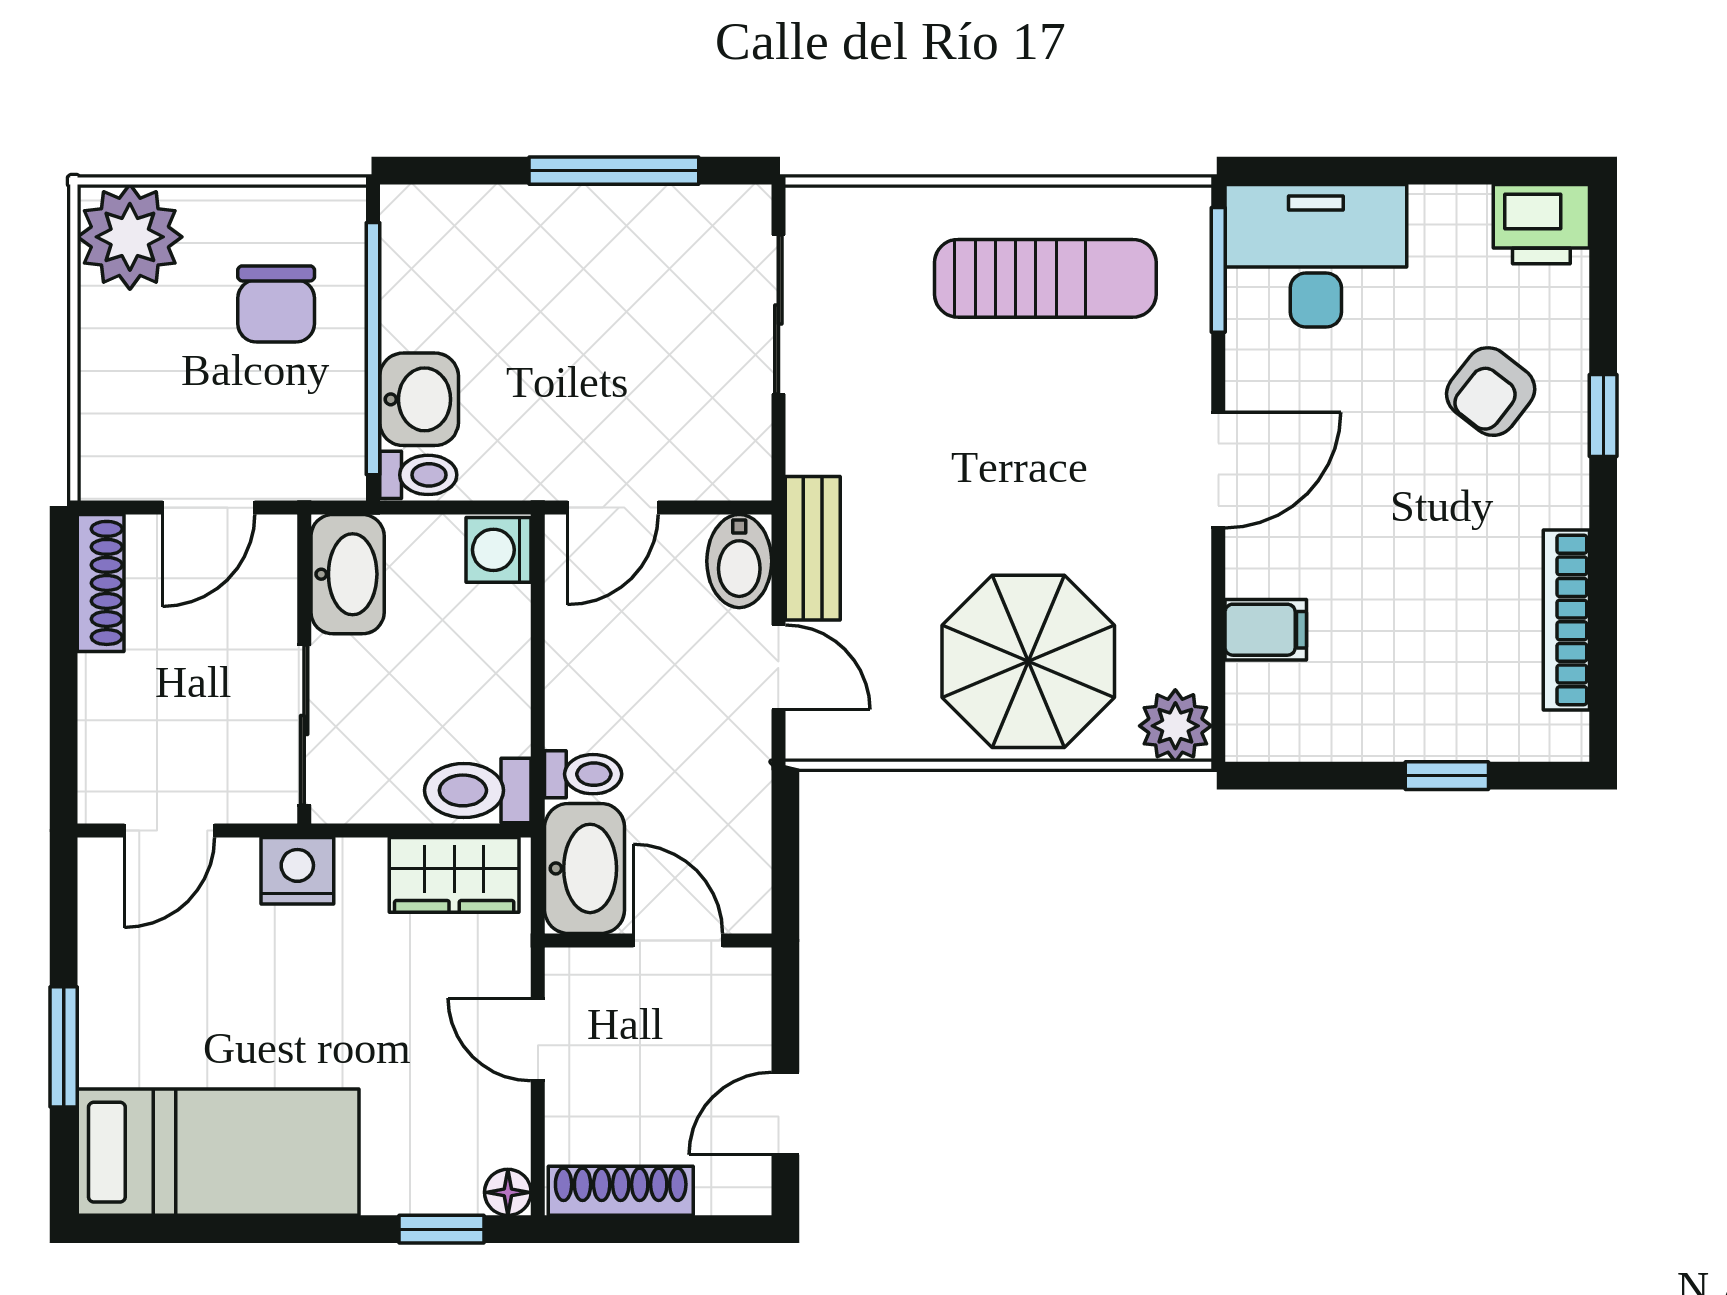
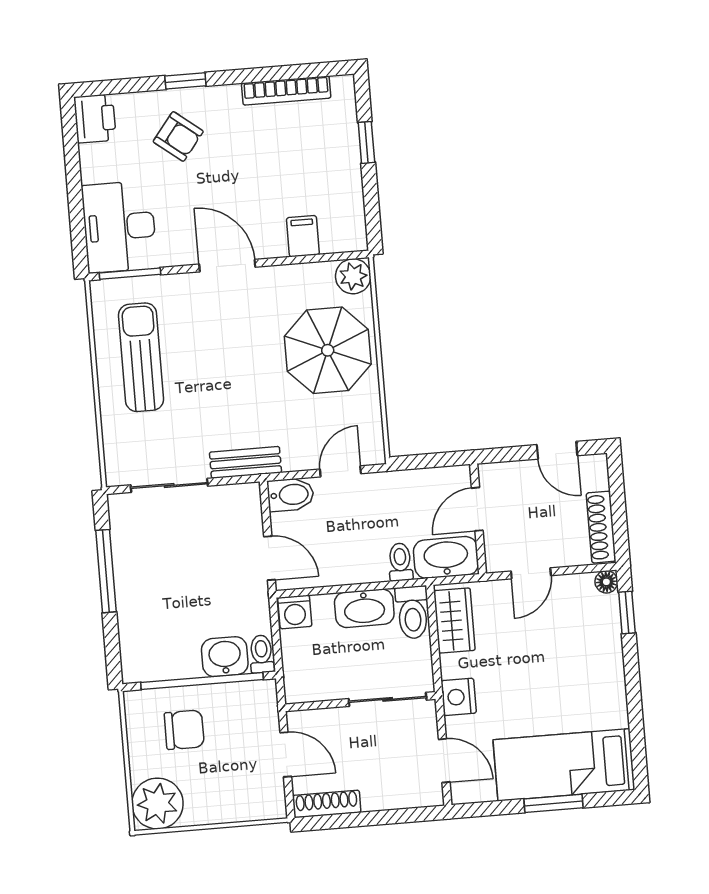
bench: (813, 548) -> (245, 462), moved
washbasin: (348, 574) -> (364, 608), moved, turned 180
bed: (218, 1152) -> (564, 765), moved, turned -90

